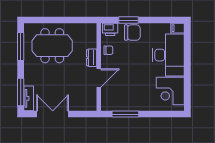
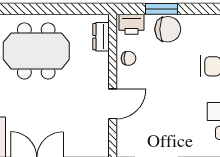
dresser: (92, 58) -> (101, 37), moved

